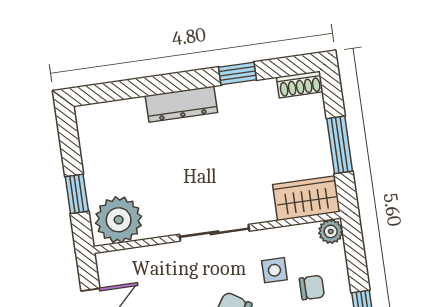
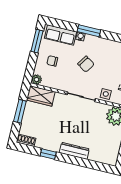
side table: (274, 270) -> (106, 94), moved

